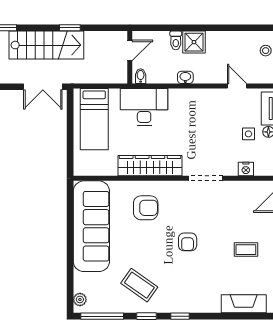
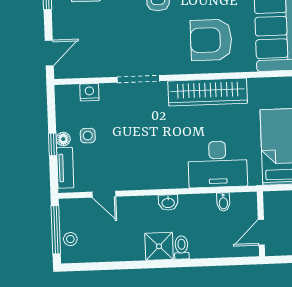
door: (130, 50) -> (261, 232), moved
wall: (130, 57) -> (261, 224), moved
armchair: (146, 208) -> (211, 40), width x1.36, depth x1.36

